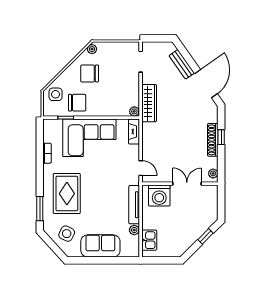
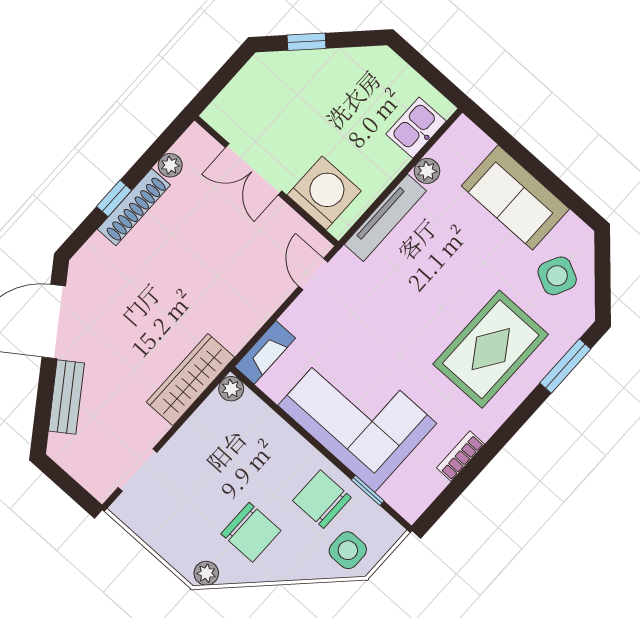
plant: (213, 173) -> (170, 165), moved

